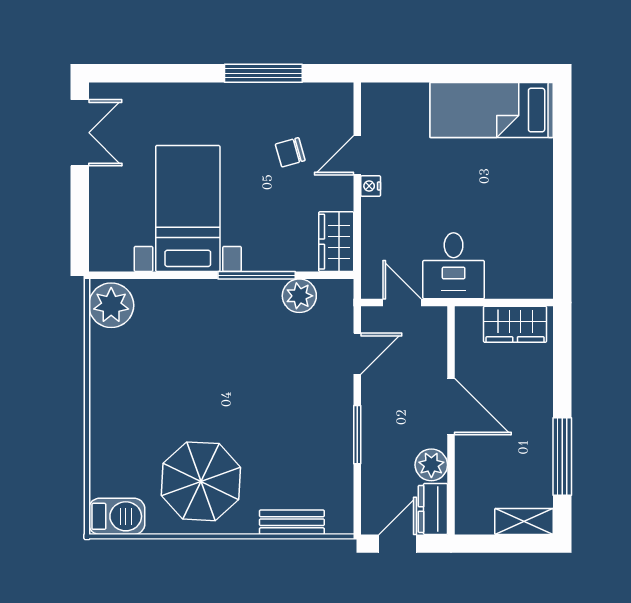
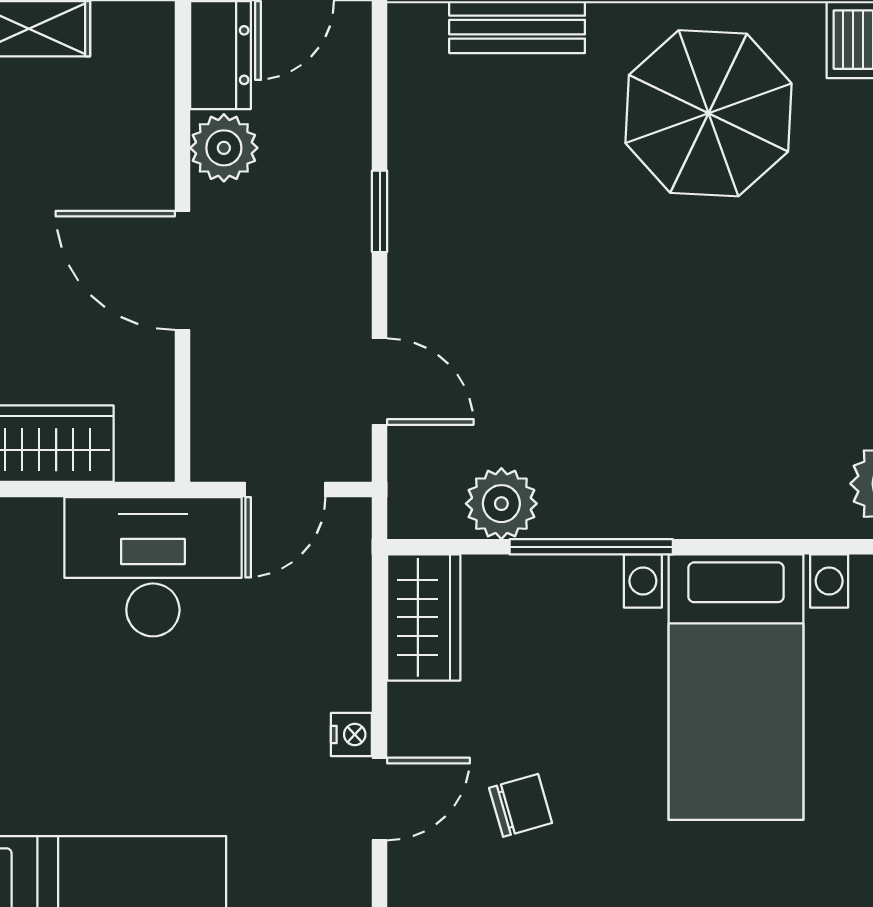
desk: (454, 266) -> (153, 567), width x1.37
door: (402, 302) -> (285, 490), hinge flipped
door: (357, 354) -> (380, 382), swing flipped
window: (357, 435) -> (380, 211), width x0.67

